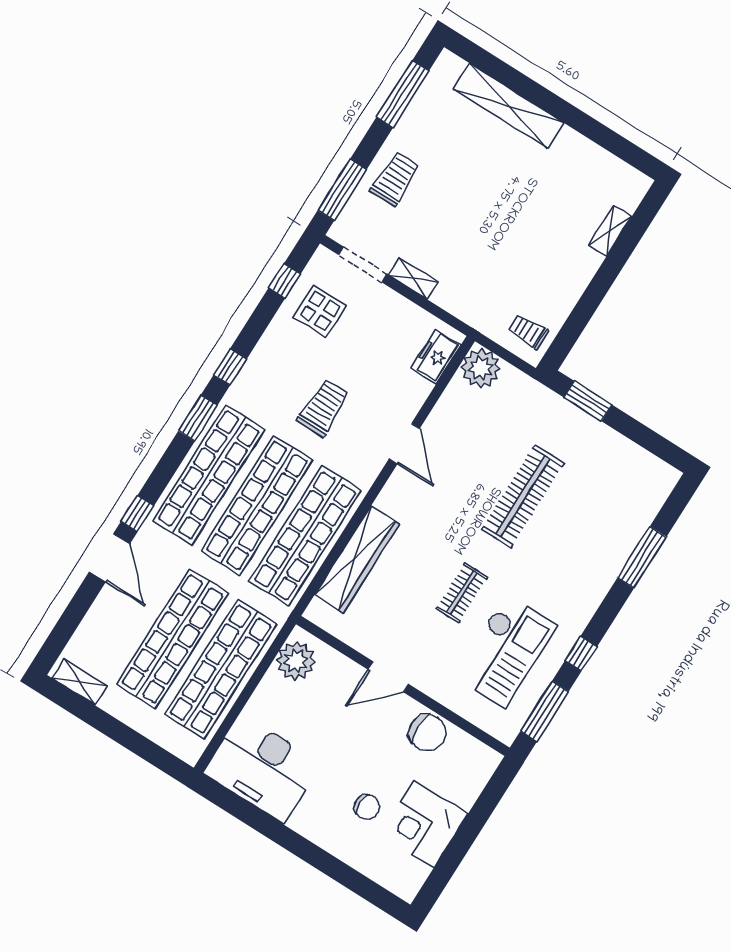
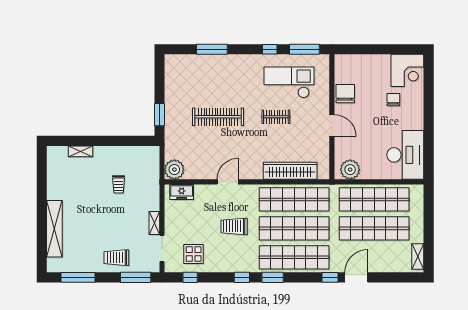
trolley: (528, 331) -> (119, 184), moved
corner desk: (424, 824) -> (407, 70), moved

